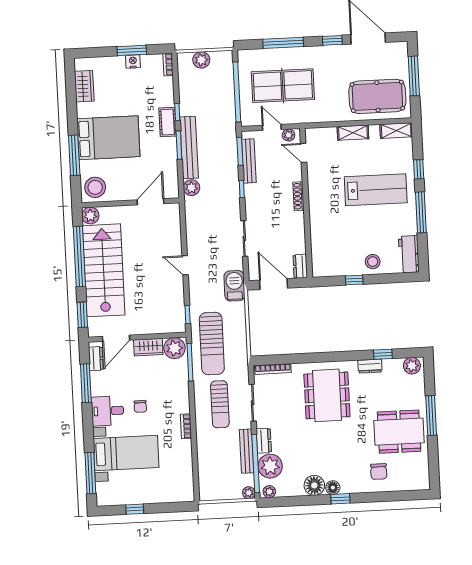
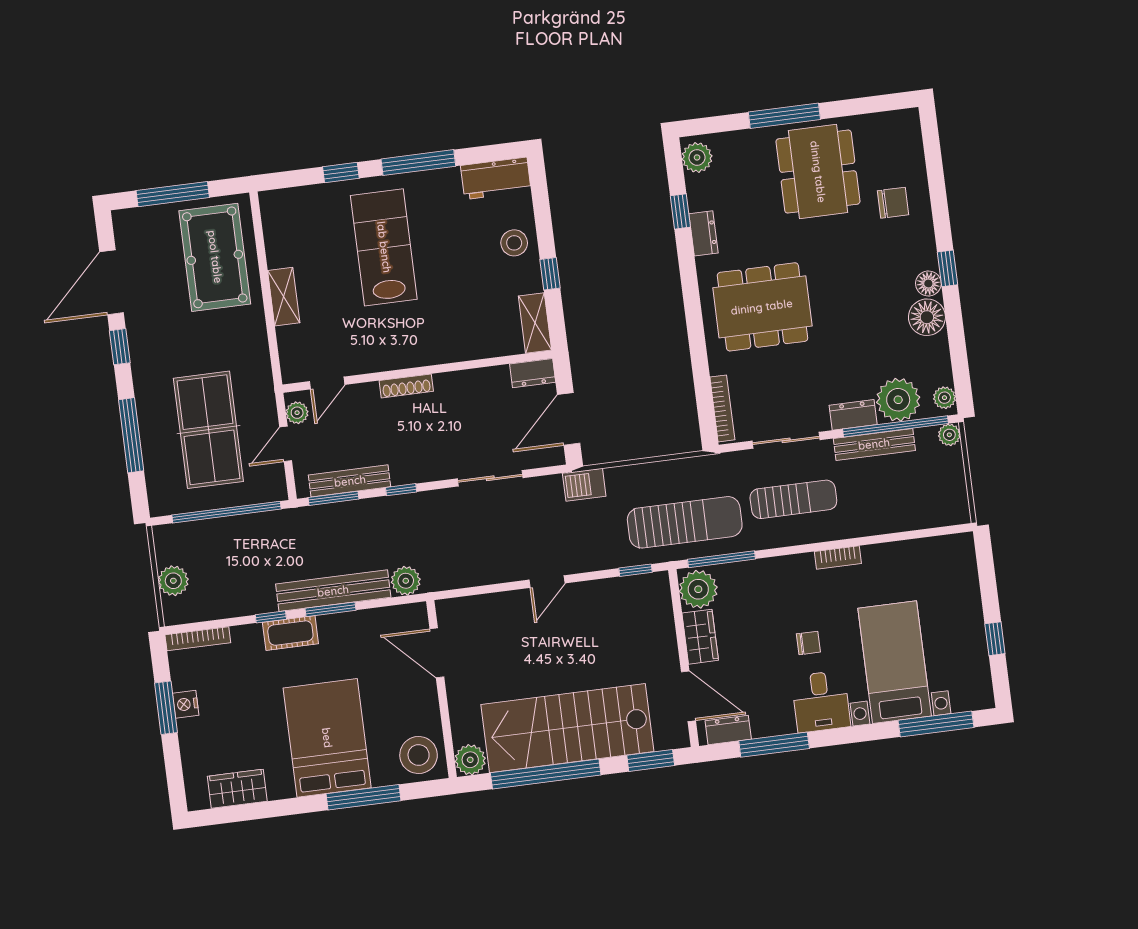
bookcase: (168, 65) -> (198, 639), width x1.56
shelving: (396, 131) -> (535, 323), moved
barbecue: (234, 286) -> (584, 485), width x0.73, depth x0.79

